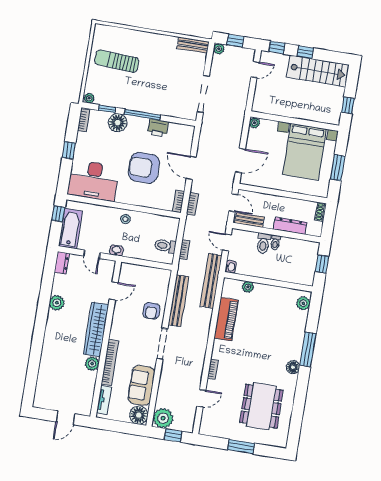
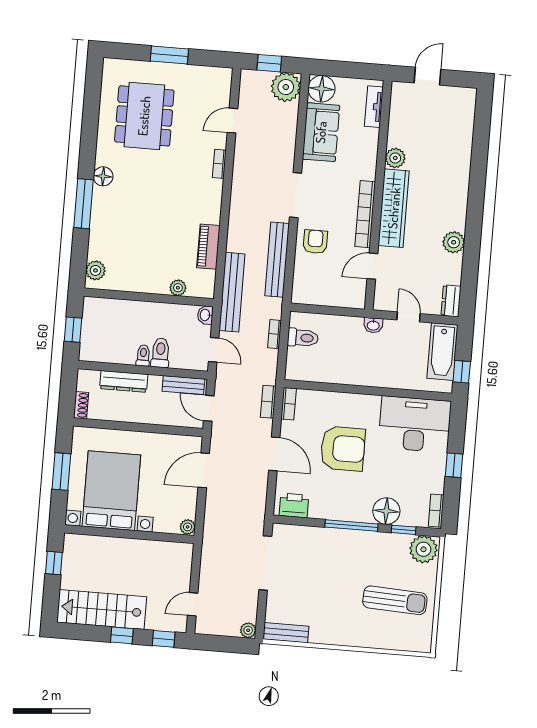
window: (235, 41) -> (225, 644), removed
plant: (89, 98) -> (423, 549), width x1.88, depth x1.88
printer: (158, 128) -> (294, 505), moved
stool: (125, 219) -> (364, 372), removed
piano: (226, 319) -> (208, 247), width x0.73, depth x0.75
bookcase: (110, 363) -> (365, 214), moved

